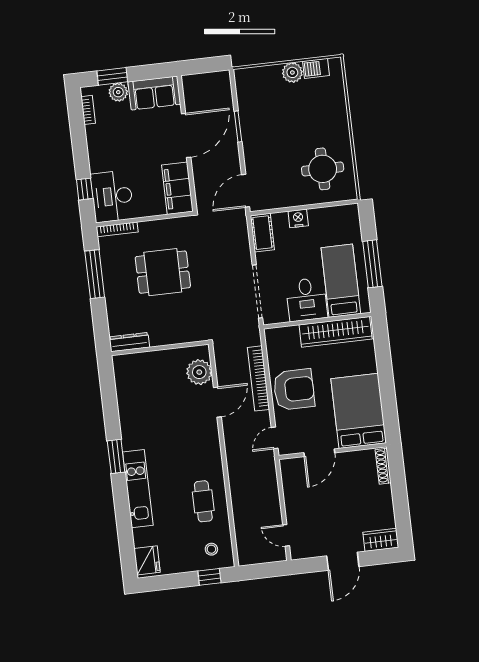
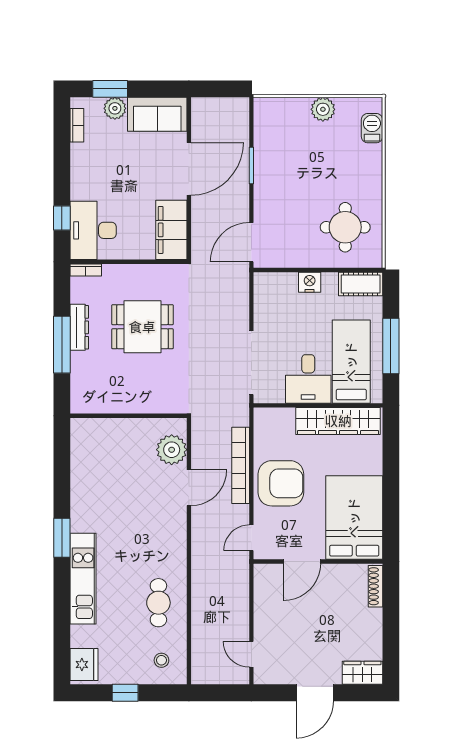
barbecue: (316, 68) -> (372, 128), moved, turned 90
bookcase: (117, 229) -> (86, 270), width x0.64
cot: (262, 233) -> (361, 284), moved, turned 90
window: (95, 274) -> (62, 345), moved
dresser: (129, 342) -> (79, 327), moved, turned 90
window: (209, 577) -> (125, 693), moved

